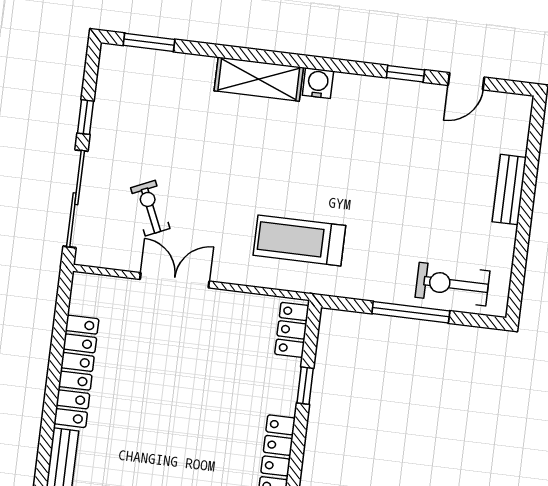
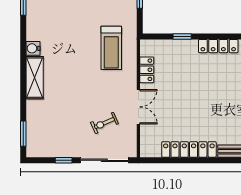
double door: (175, 280) -> (138, 107), swing flipped
locker: (292, 330) -> (147, 70), moved, turned -90

